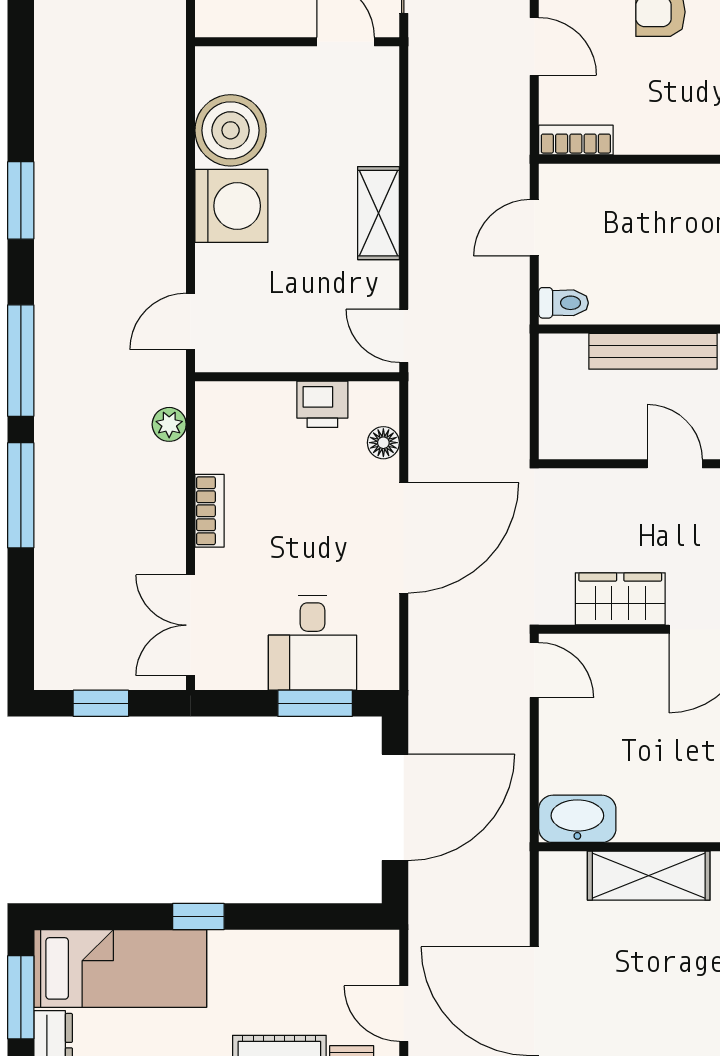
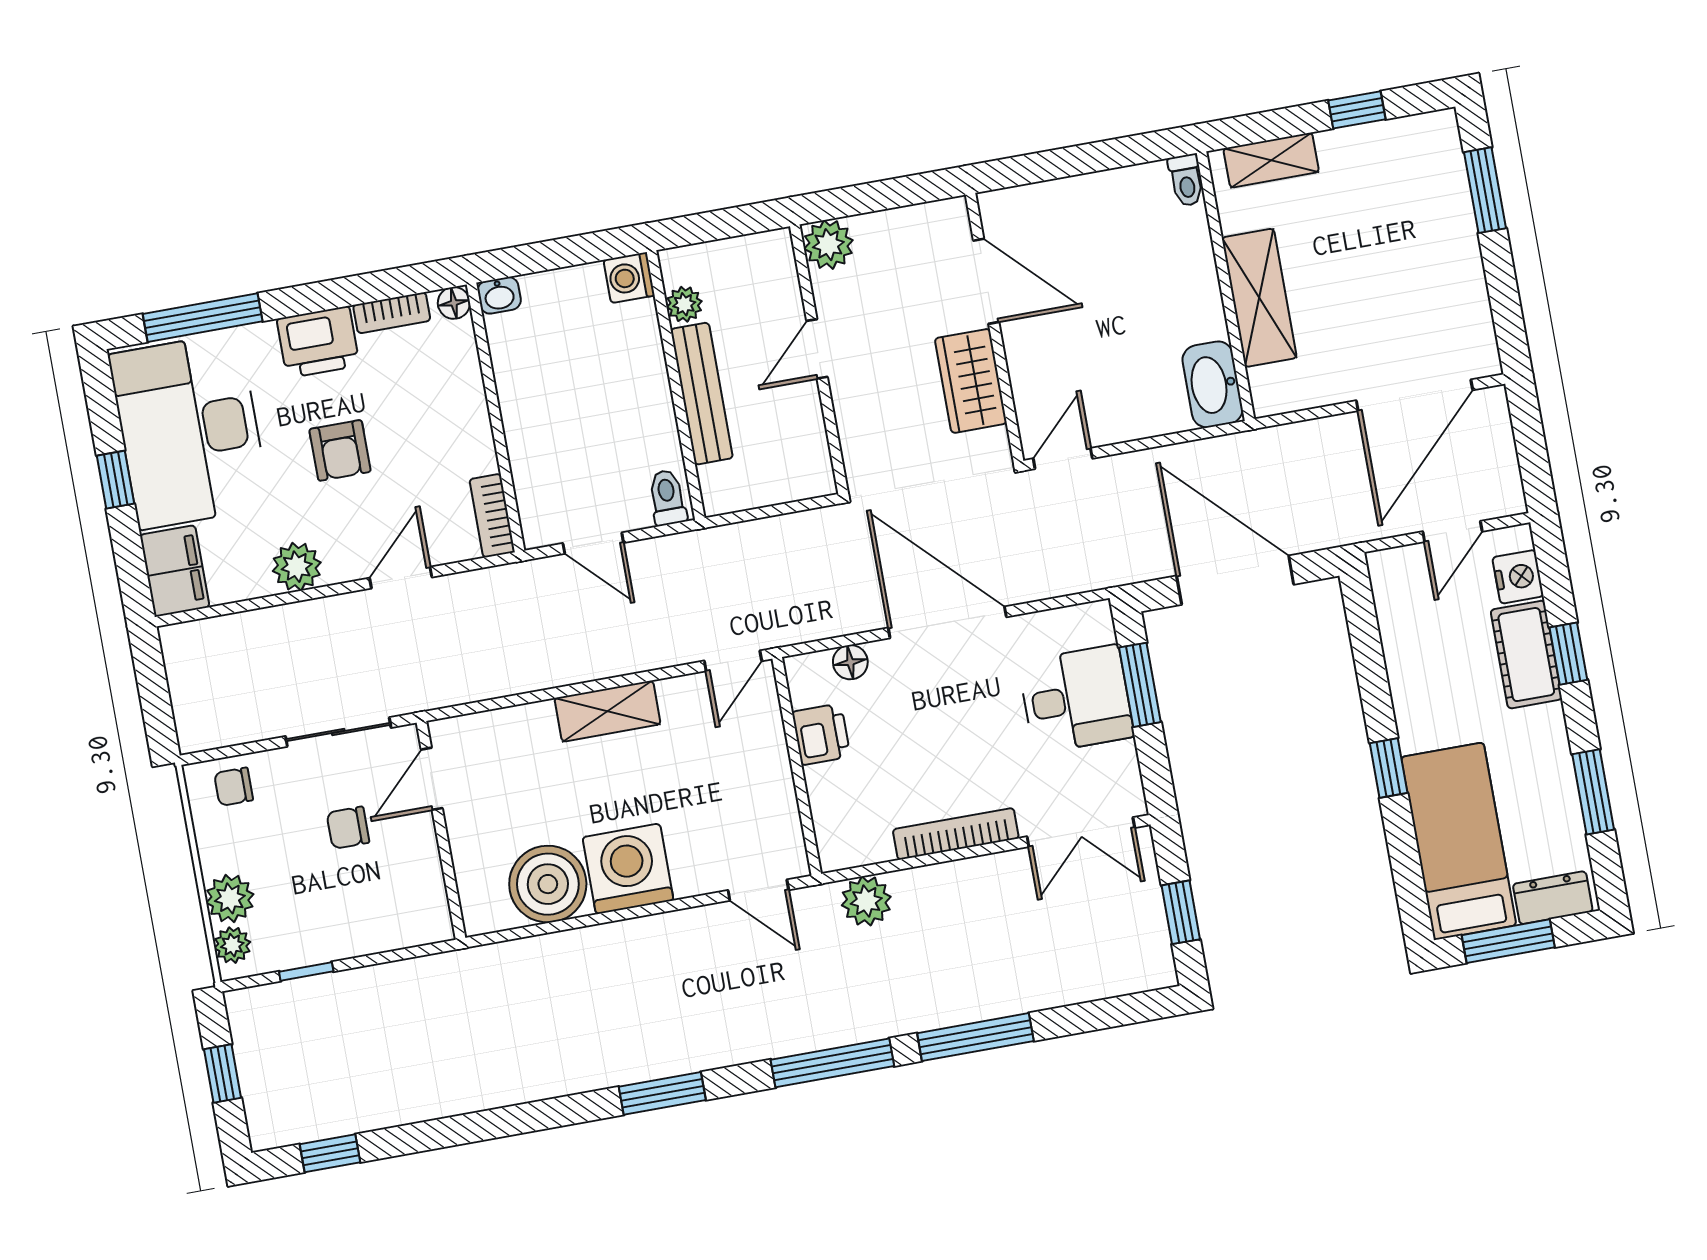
plant: (169, 424) -> (866, 901), width x1.38, depth x1.38
bookcase: (209, 511) -> (956, 834), width x1.56

